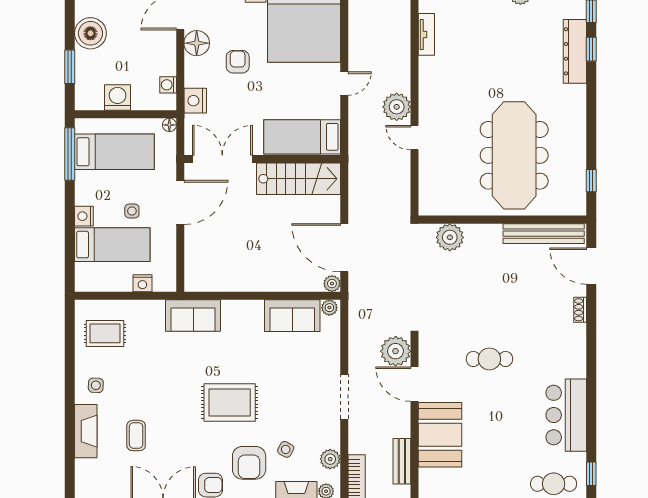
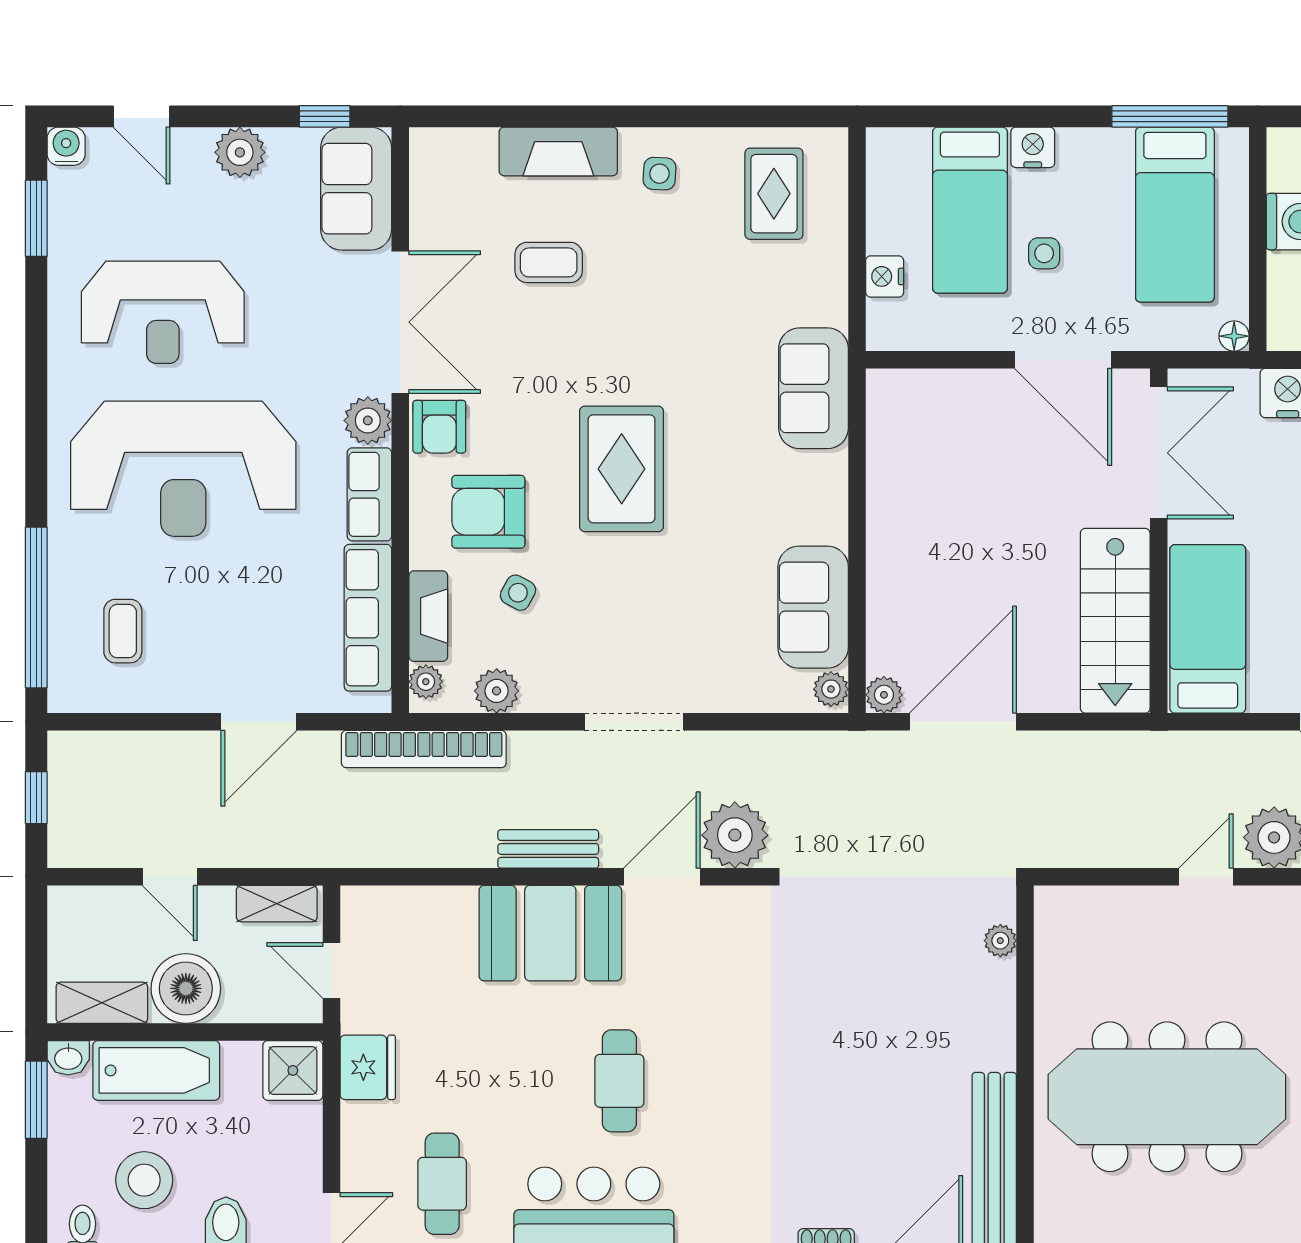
plant: (450, 237) -> (1000, 941), width x0.53, depth x0.53
cafe table: (489, 359) -> (619, 1081), moved
bench: (402, 461) -> (548, 849), moved

